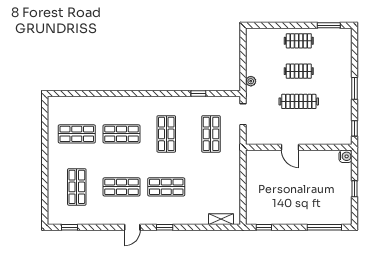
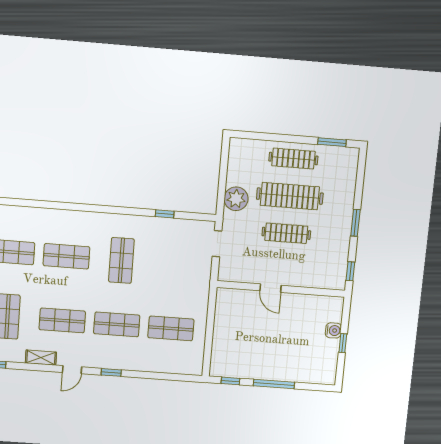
clothes rail: (299, 41) -> (293, 159), width x1.36
clothes rail: (299, 71) -> (290, 196), width x1.86, depth x1.31
plant: (251, 81) -> (236, 199), width x1.87, depth x1.87
shop shelf: (211, 134) -> (171, 328), moved, turned 90
water cooler: (346, 156) -> (333, 330), moved
shelving: (221, 219) -> (41, 358), moved
window: (324, 227) -> (274, 384), moved

